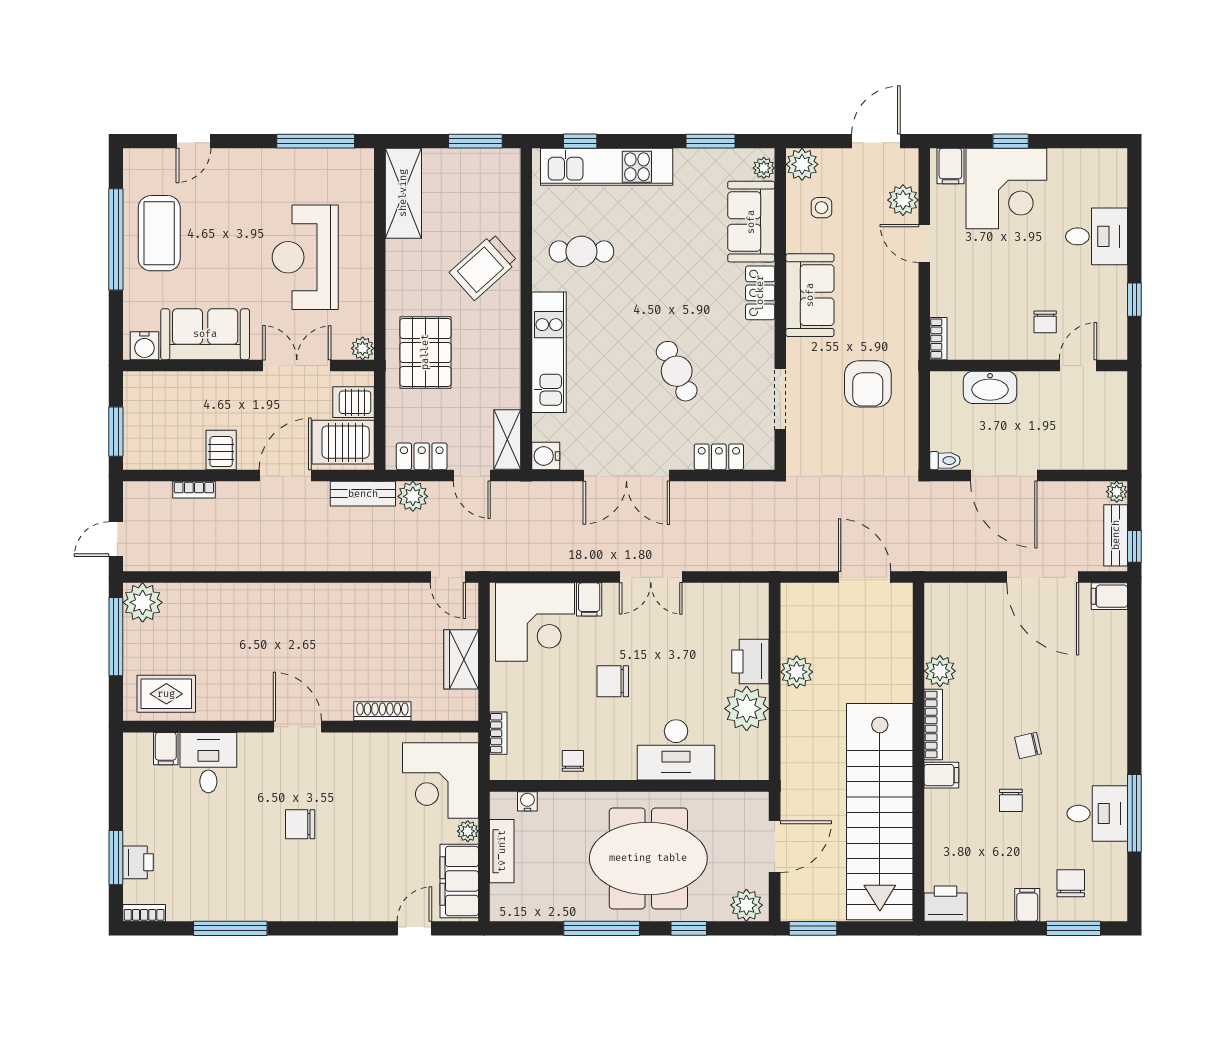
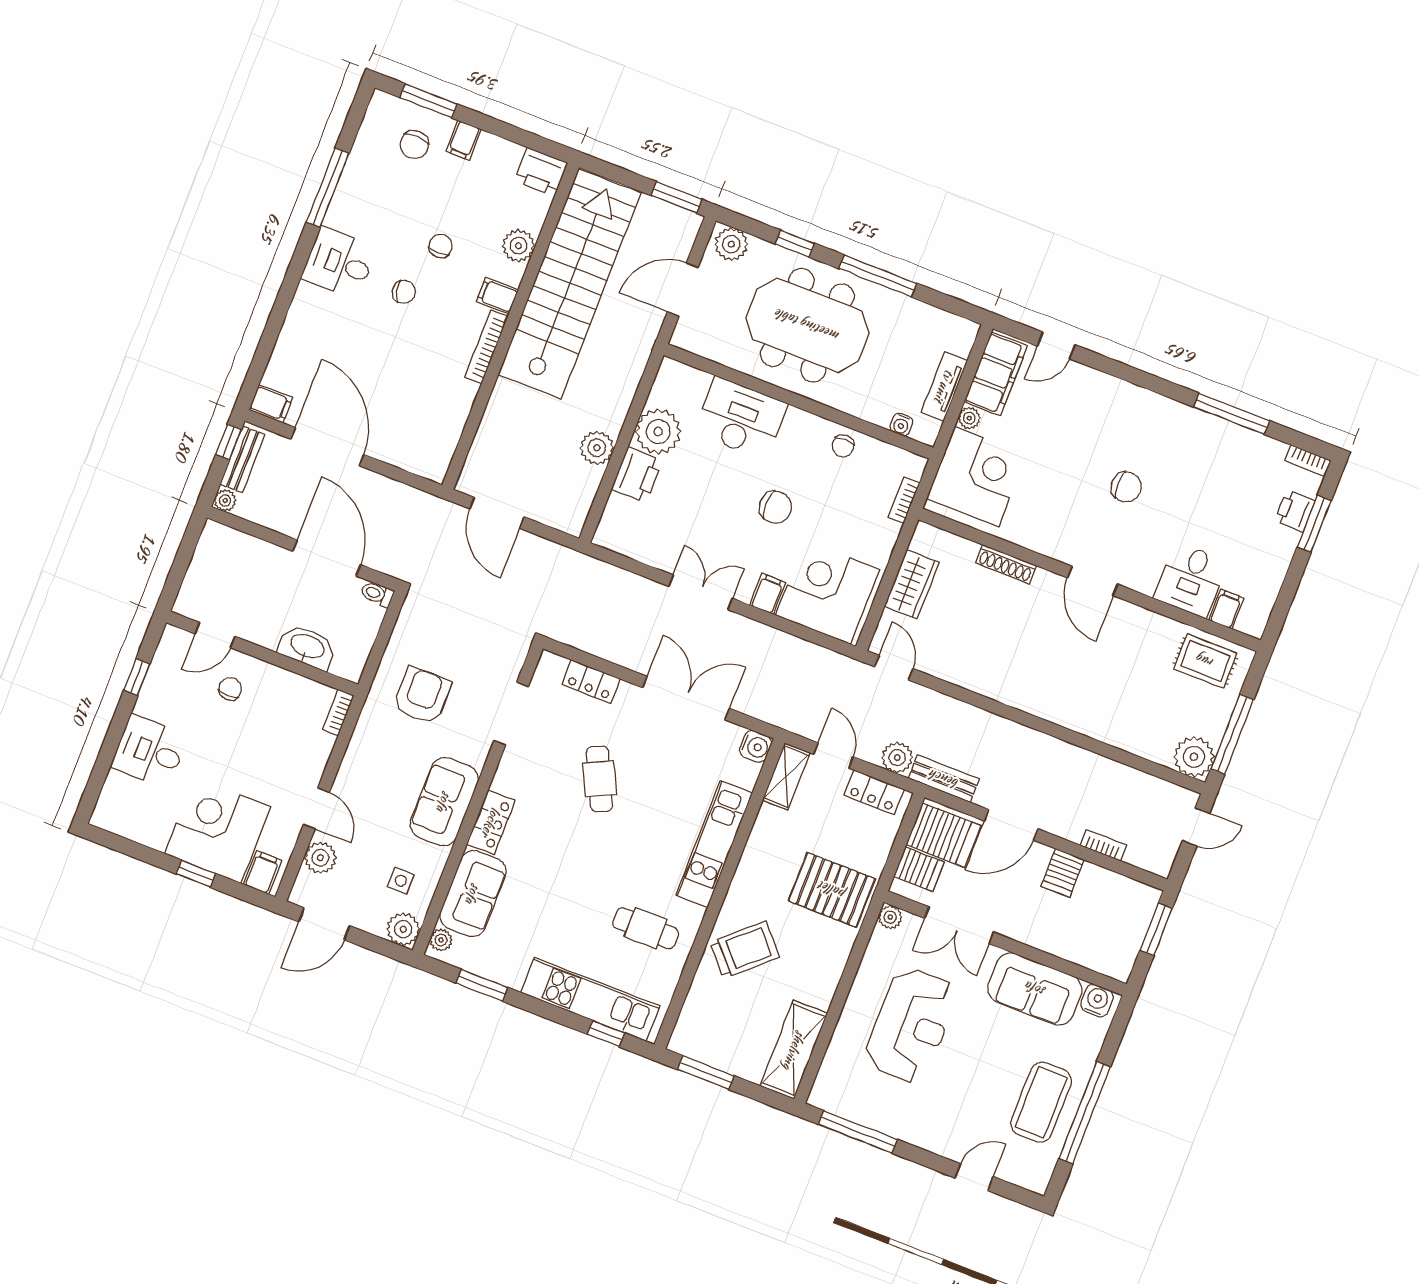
pallet: (425, 352) -> (832, 890), turned 90
plant: (940, 671) -> (518, 246), moved
desk: (1097, 814) -> (339, 263), moved

